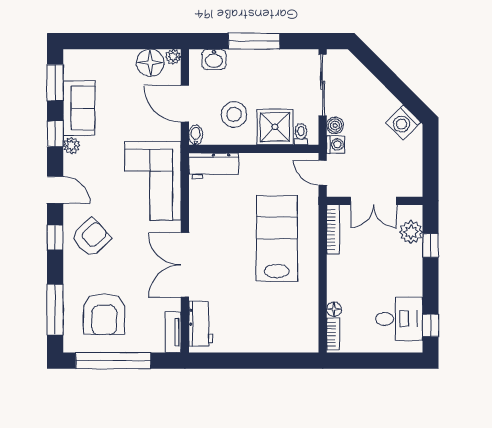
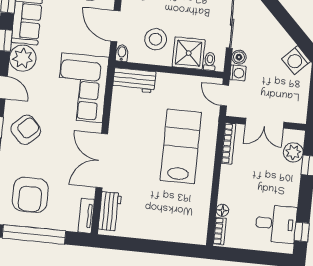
plant: (71, 146) -> (23, 58), width x1.88, depth x1.88

